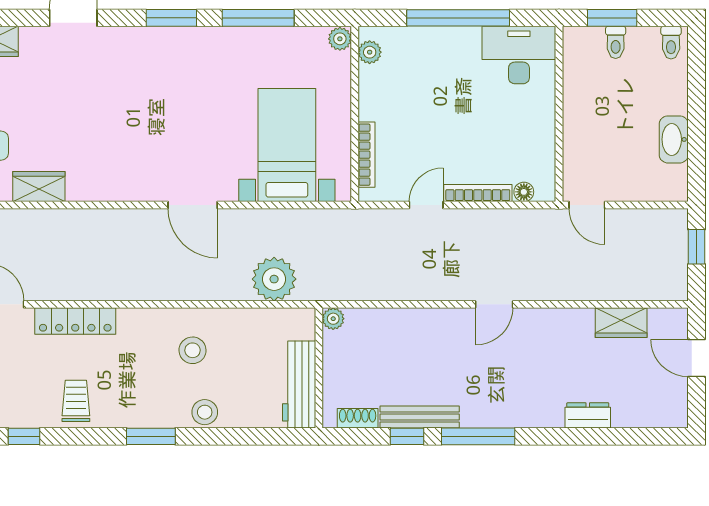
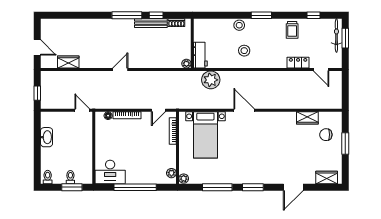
door: (426, 205) -> (158, 110), moved
locker: (75, 321) -> (298, 63), width x0.66
workbench: (299, 384) -> (200, 55), moved, width x0.73
dresser: (588, 415) -> (82, 24), removed

